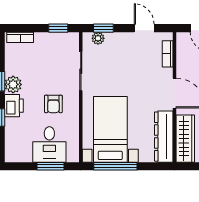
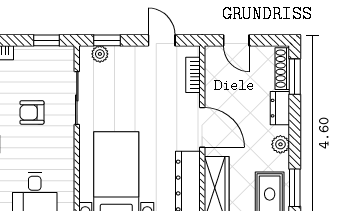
armchair: (53, 104) -> (32, 112), moved, turned 90

